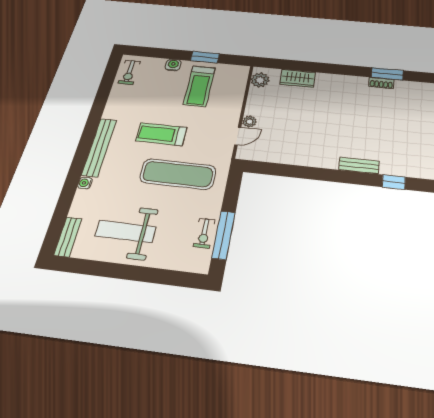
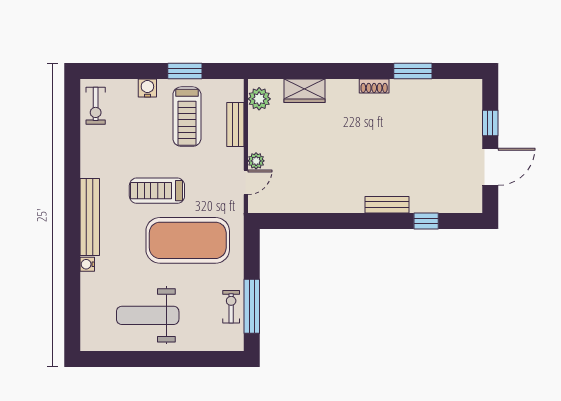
shoe rack: (381, 83) -> (374, 86), moved
exercise mat: (178, 174) -> (188, 240), width x1.47
exercise bike: (204, 233) -> (231, 307), turned 180
bench: (68, 237) -> (235, 124), moved

